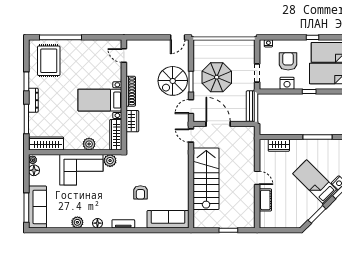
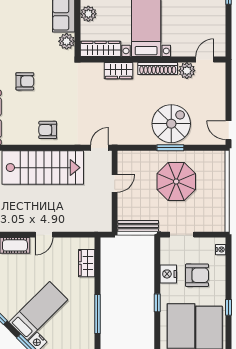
plant: (132, 69) -> (187, 71), added
spiral stairs: (173, 81) -> (171, 124), turned 90
door: (191, 107) -> (137, 148), removed
door: (218, 124) -> (115, 183), width x0.53
armchair: (177, 175) -> (48, 130), added
armchair: (140, 192) -> (25, 81), turned 180

